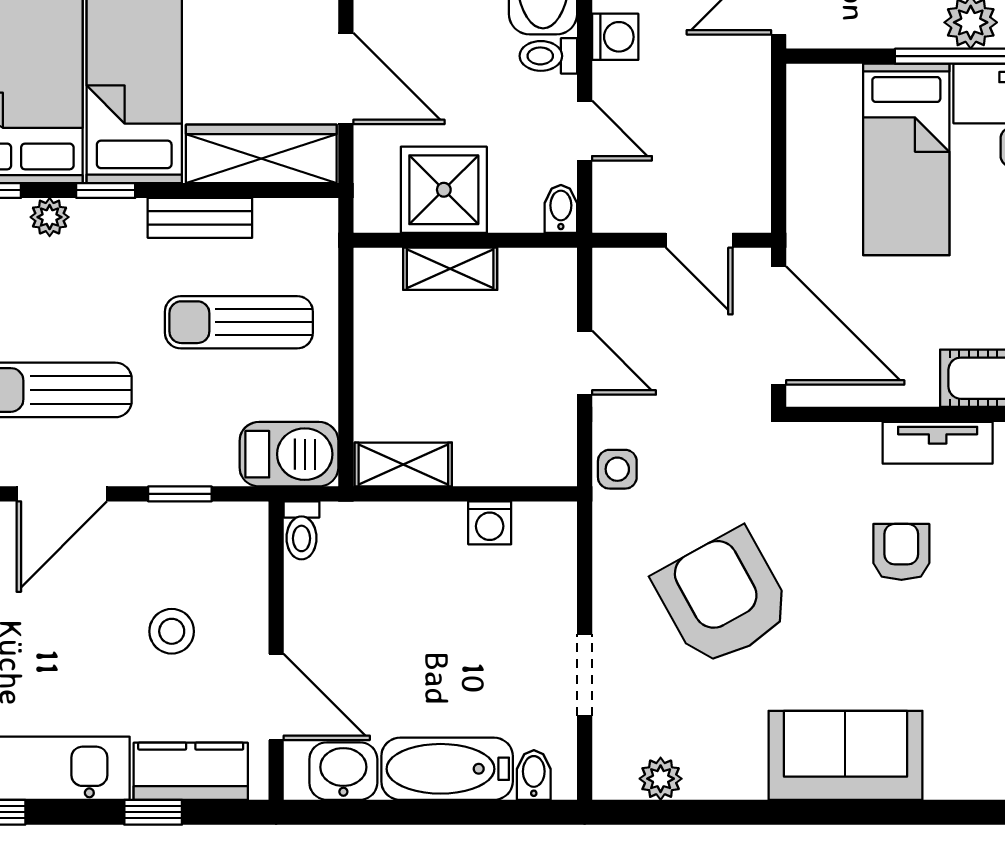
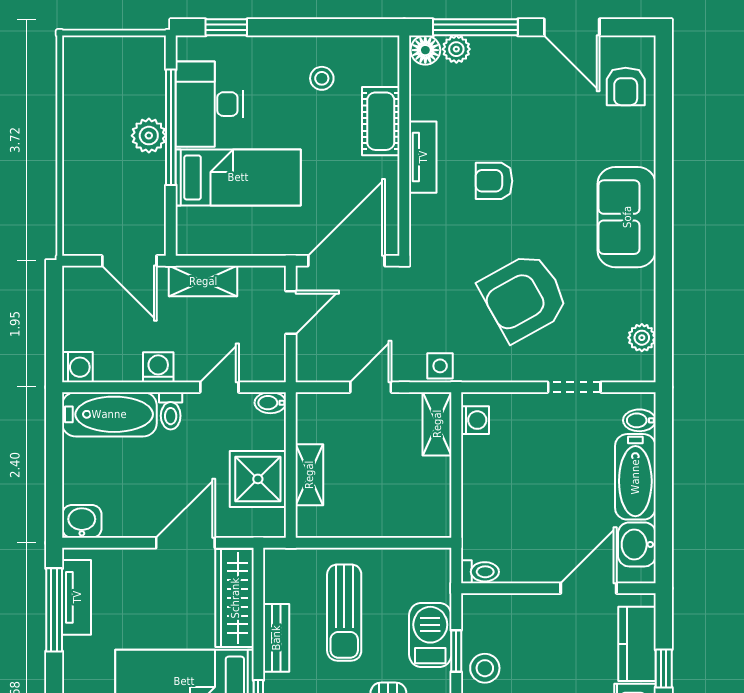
shelving: (748, 106) -> (203, 281), added
barbecue: (289, 454) -> (430, 635), moved
shelving: (403, 465) -> (437, 424), moved
washing machine: (490, 523) -> (475, 420), moved
stool: (172, 631) -> (485, 668), moved

